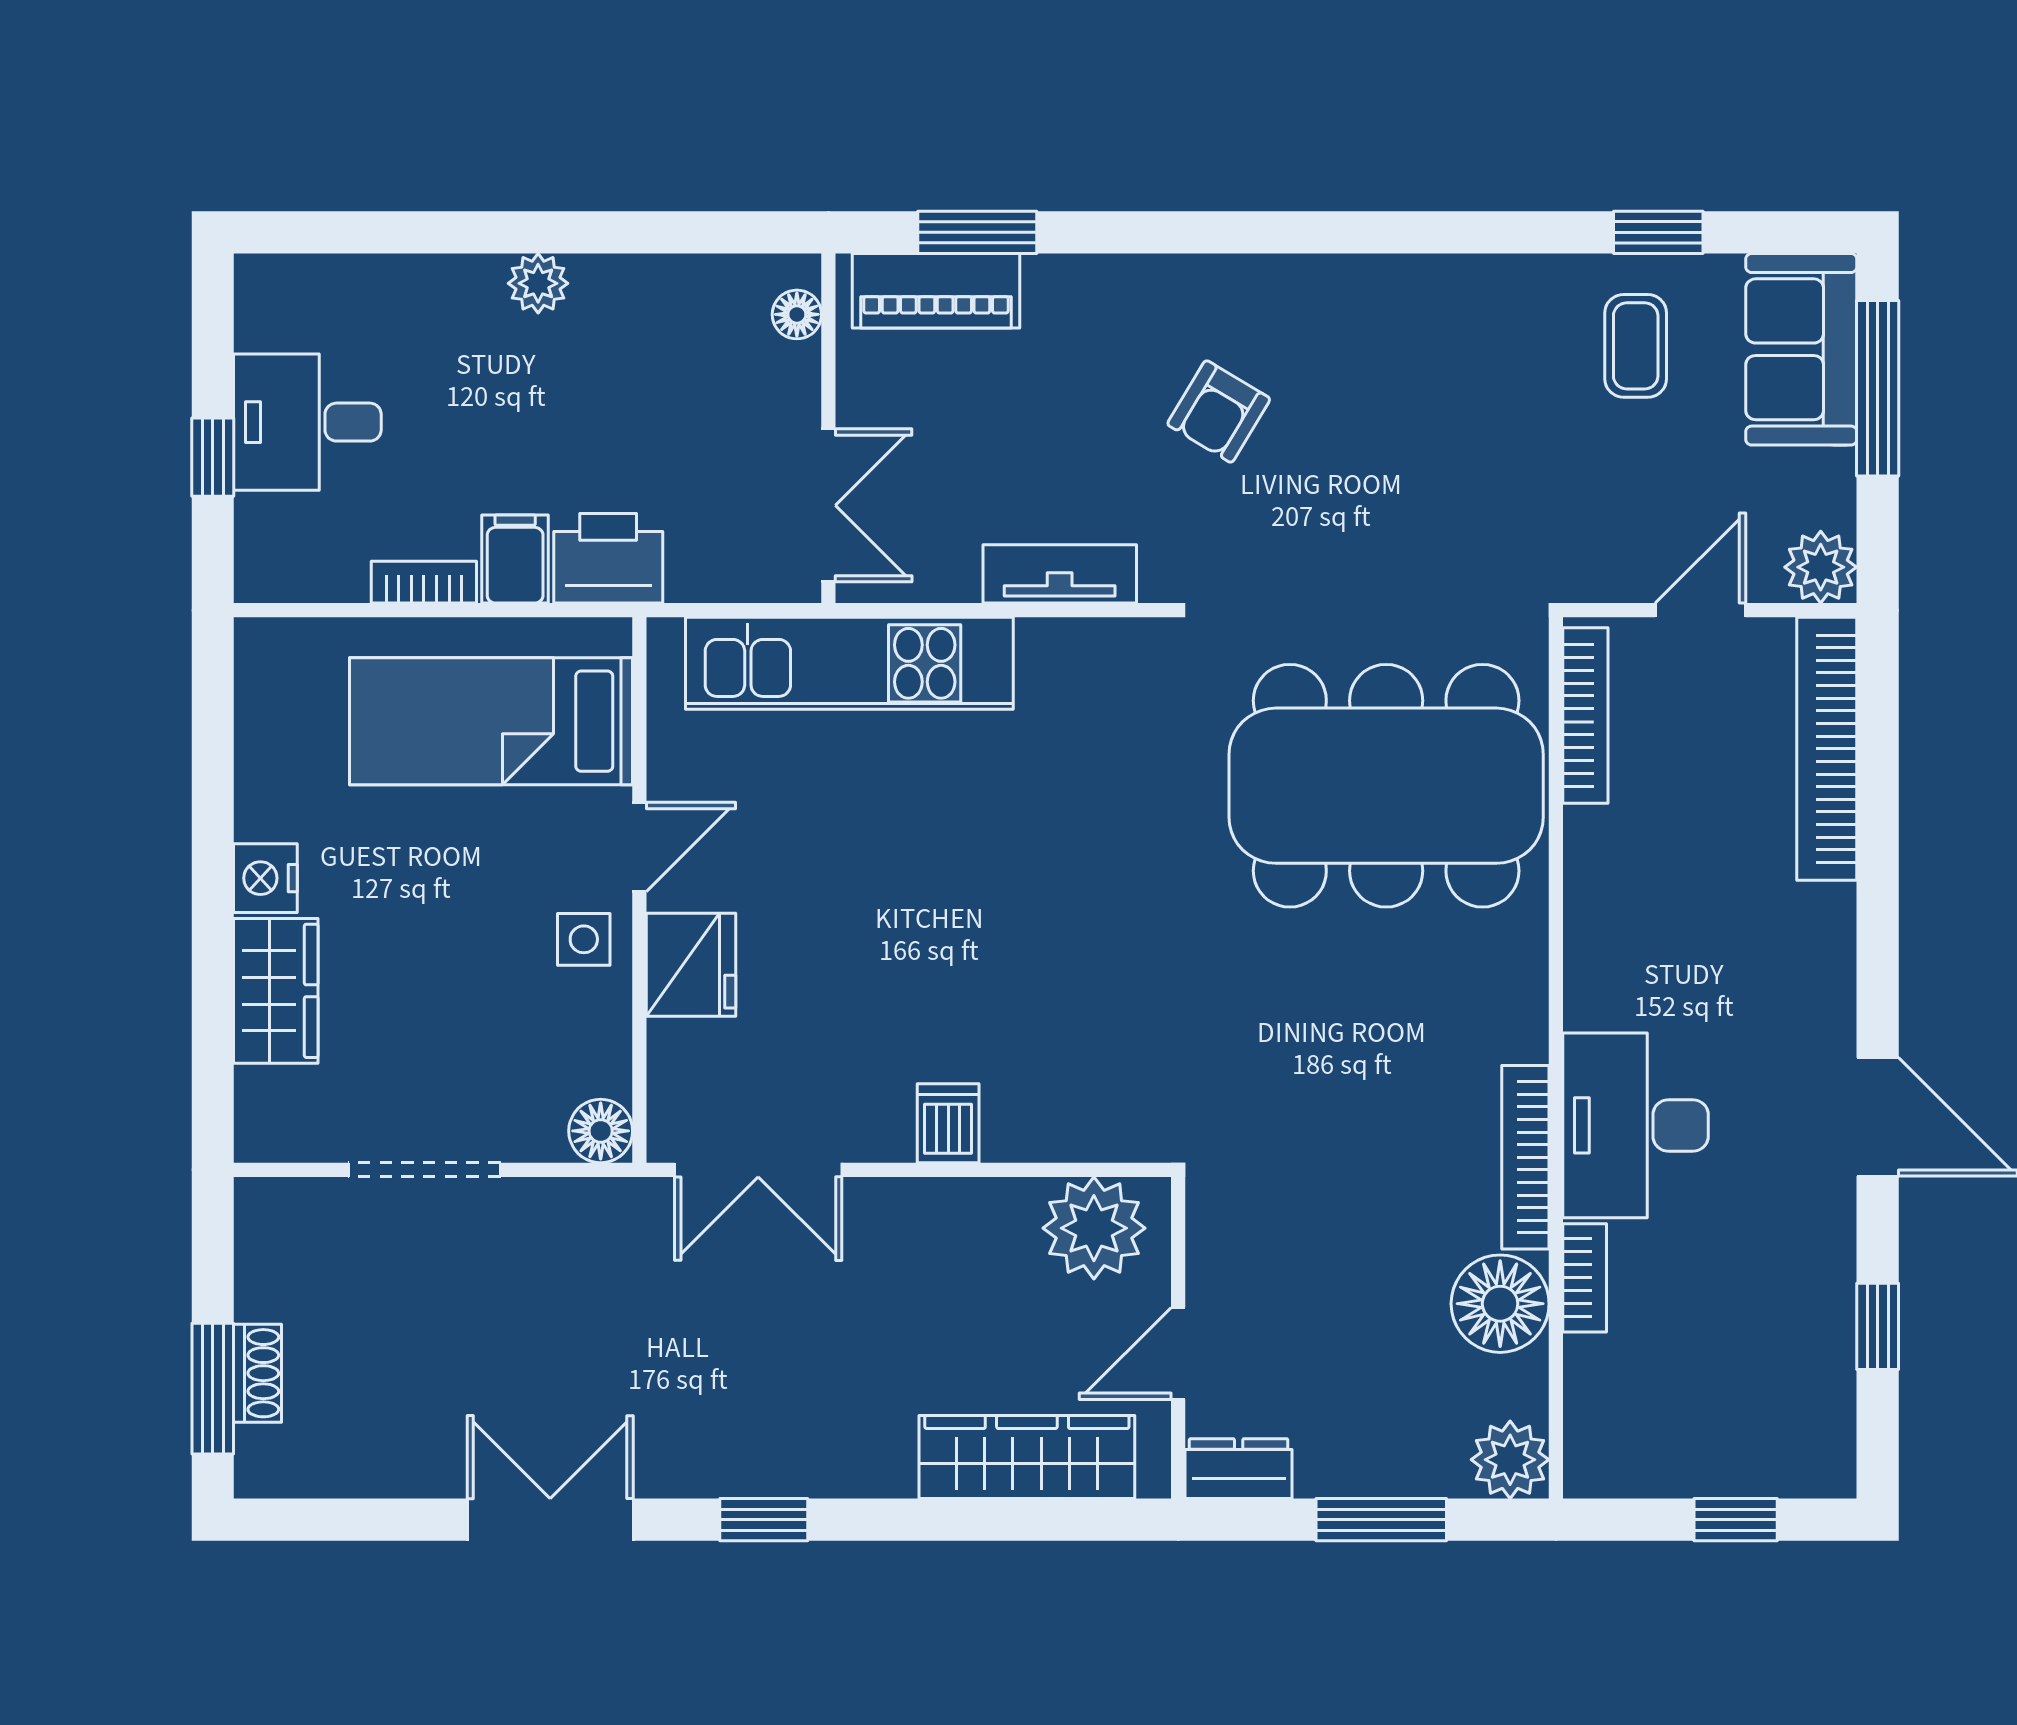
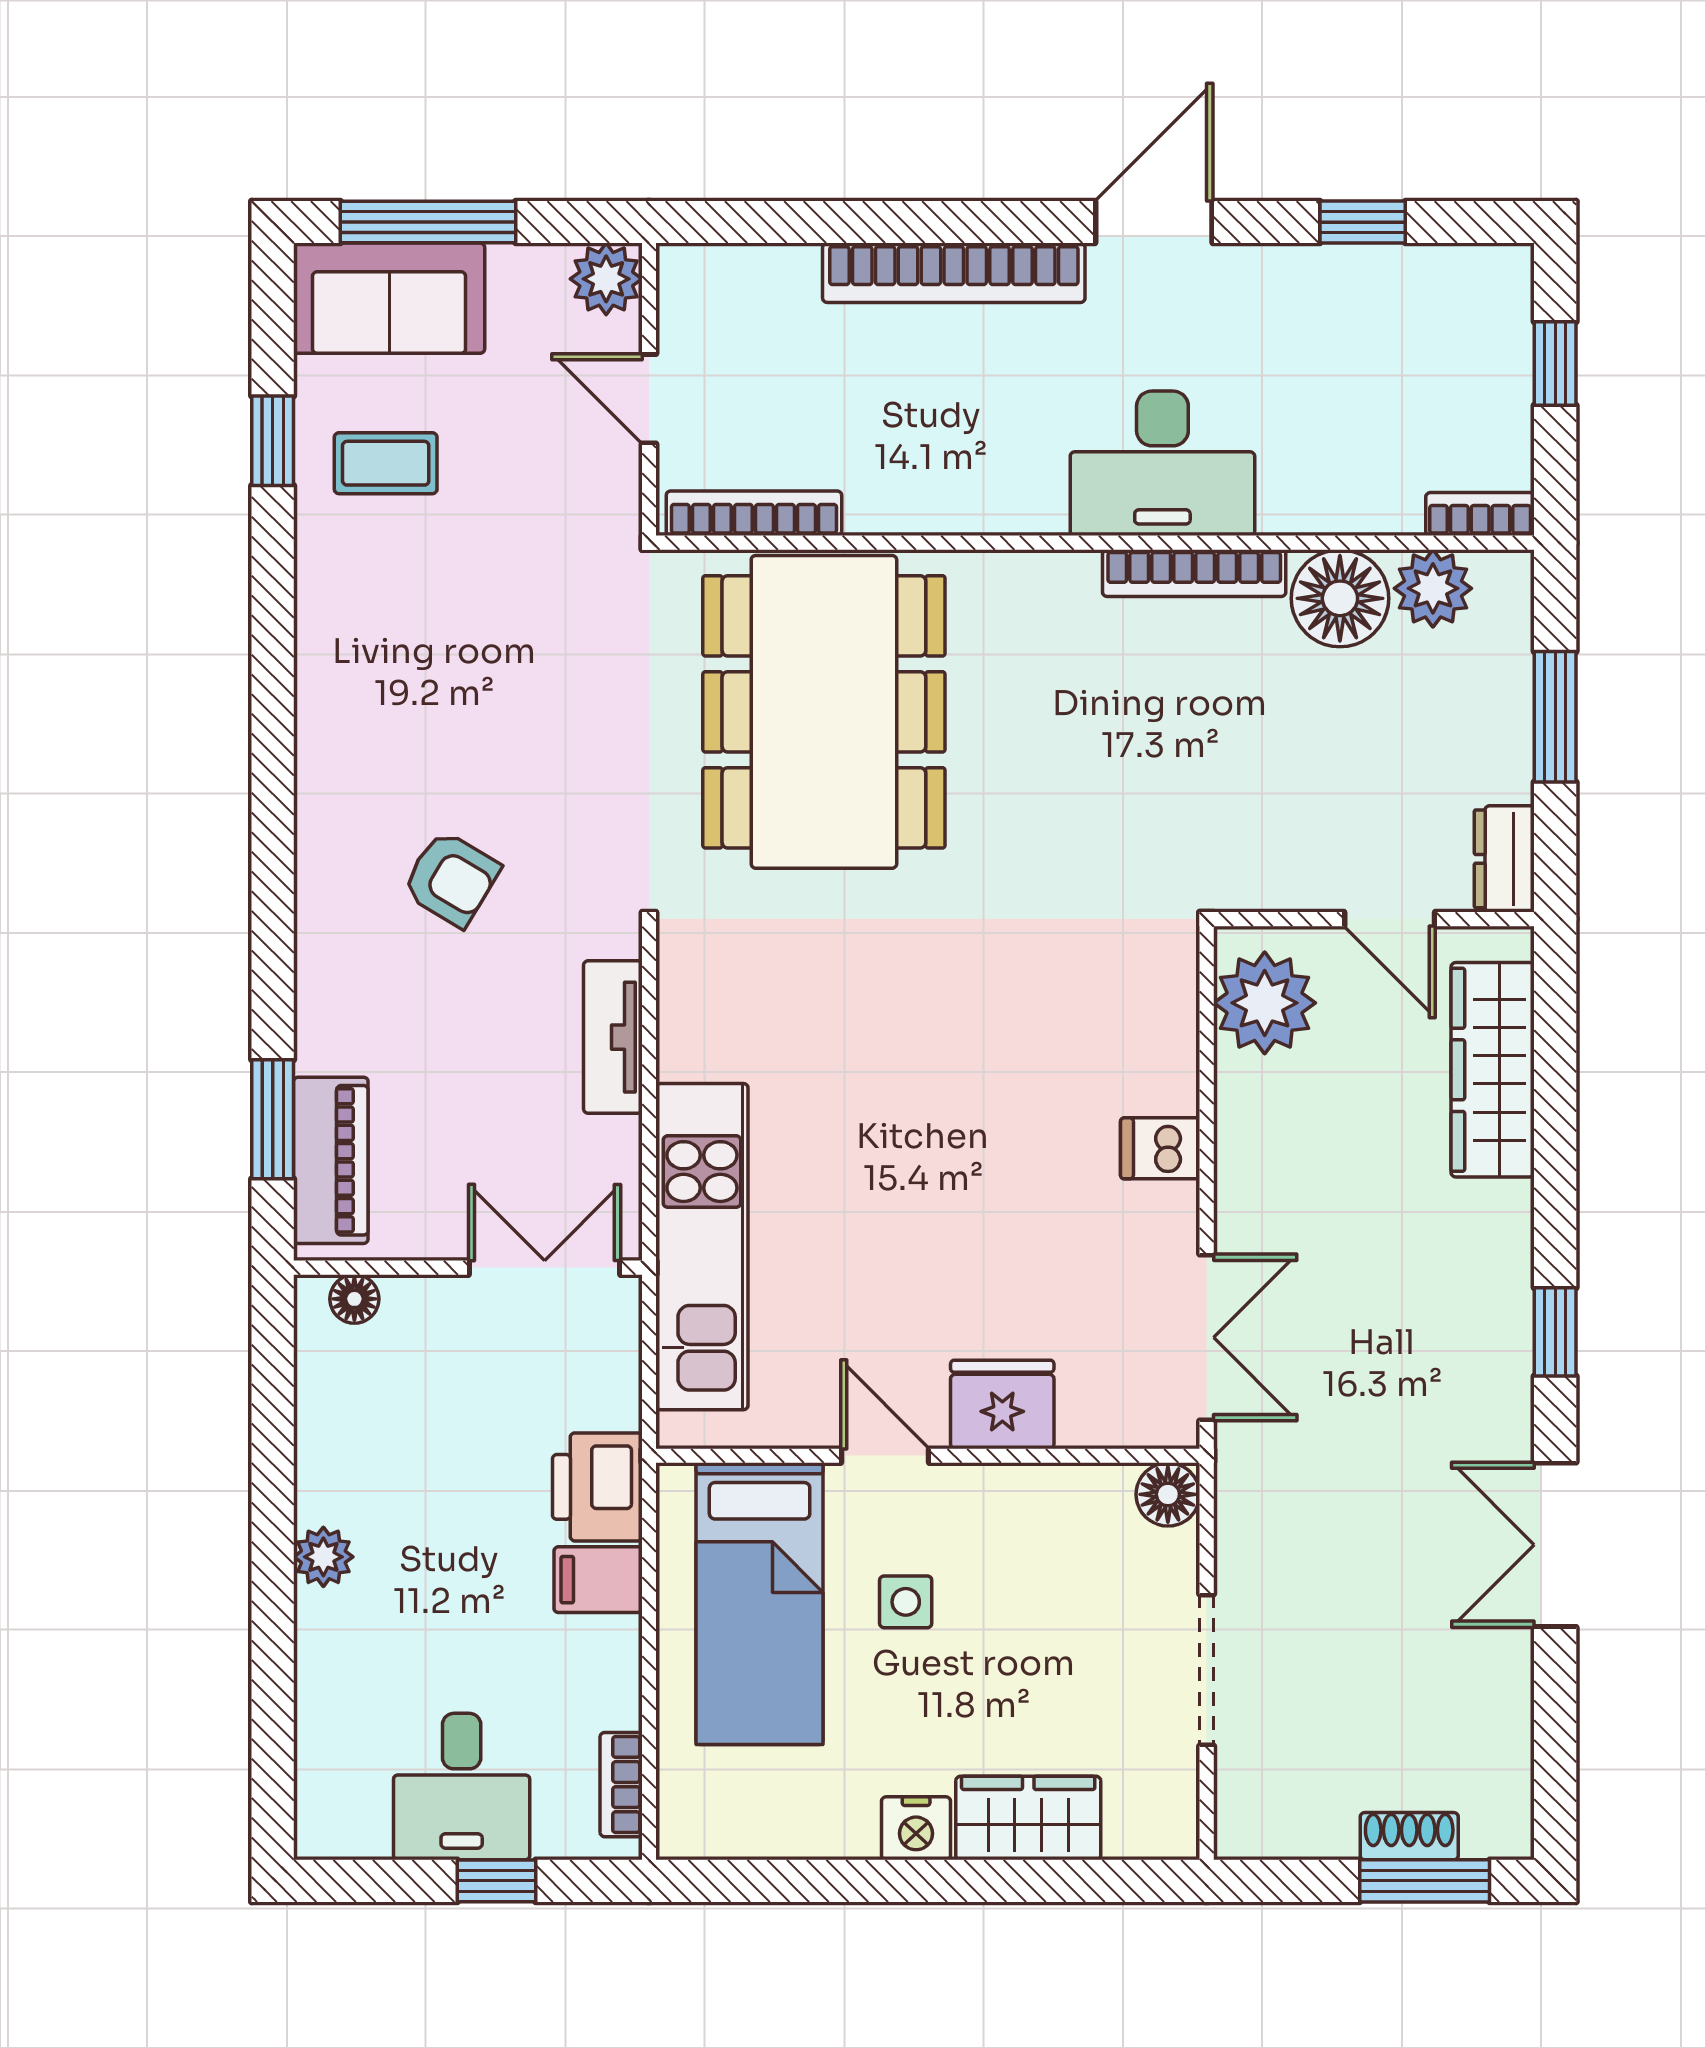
bookcase: (424, 582) -> (621, 1785), moved
bookcase: (1827, 749) -> (954, 273), moved
side table: (584, 939) -> (906, 1602), moved
bookcase: (1585, 1278) -> (1480, 514), moved
plant: (1510, 1460) -> (1433, 588), moved

